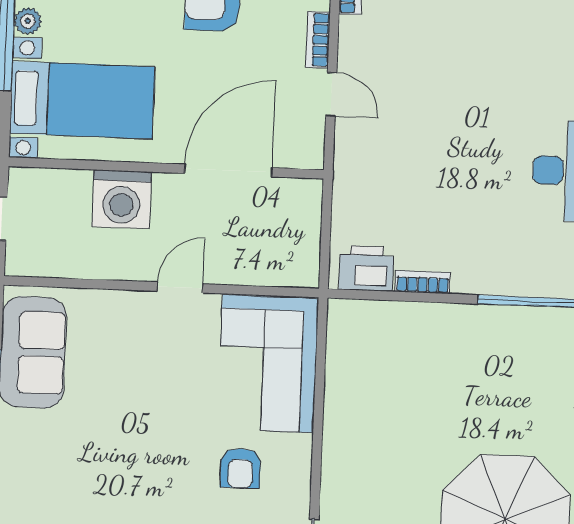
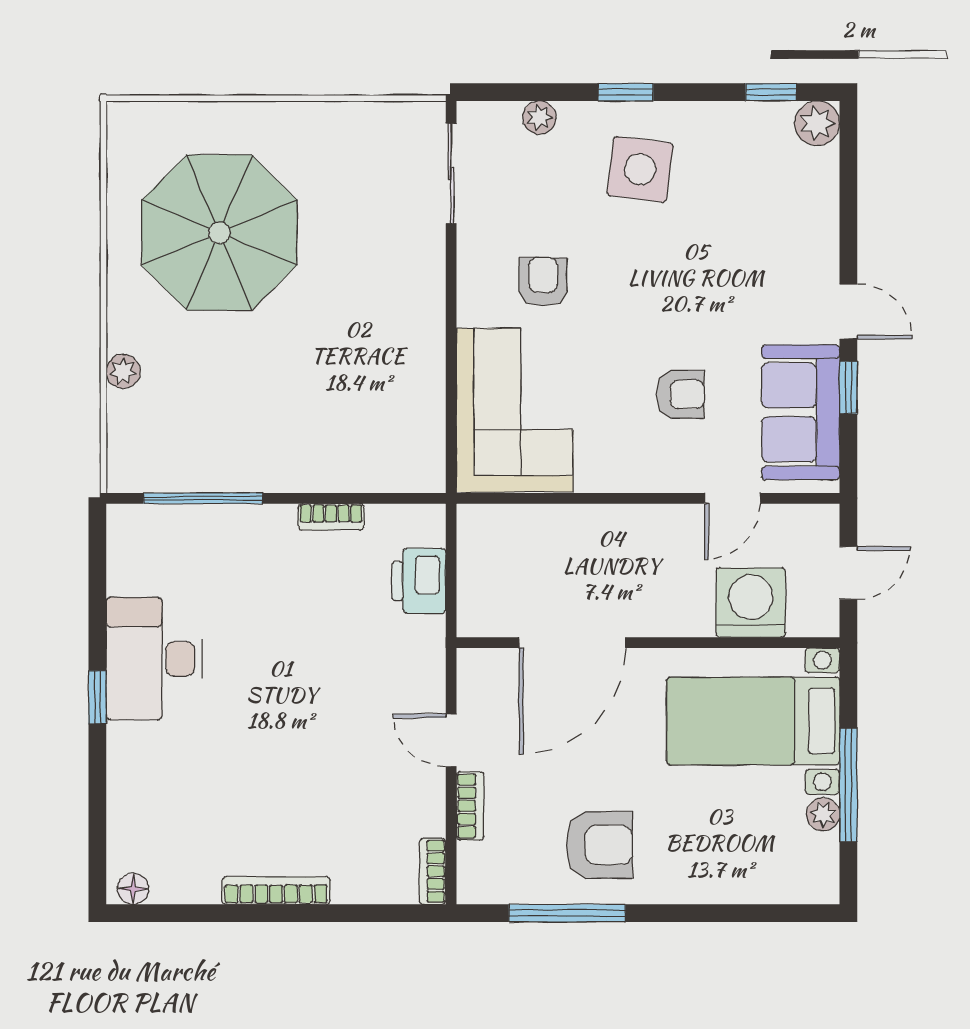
washing machine: (122, 199) -> (751, 603), moved
printer: (366, 268) -> (419, 581), moved, turned 90
door: (180, 287) -> (733, 498), moved
armchair: (131, 371) -> (681, 394), added

